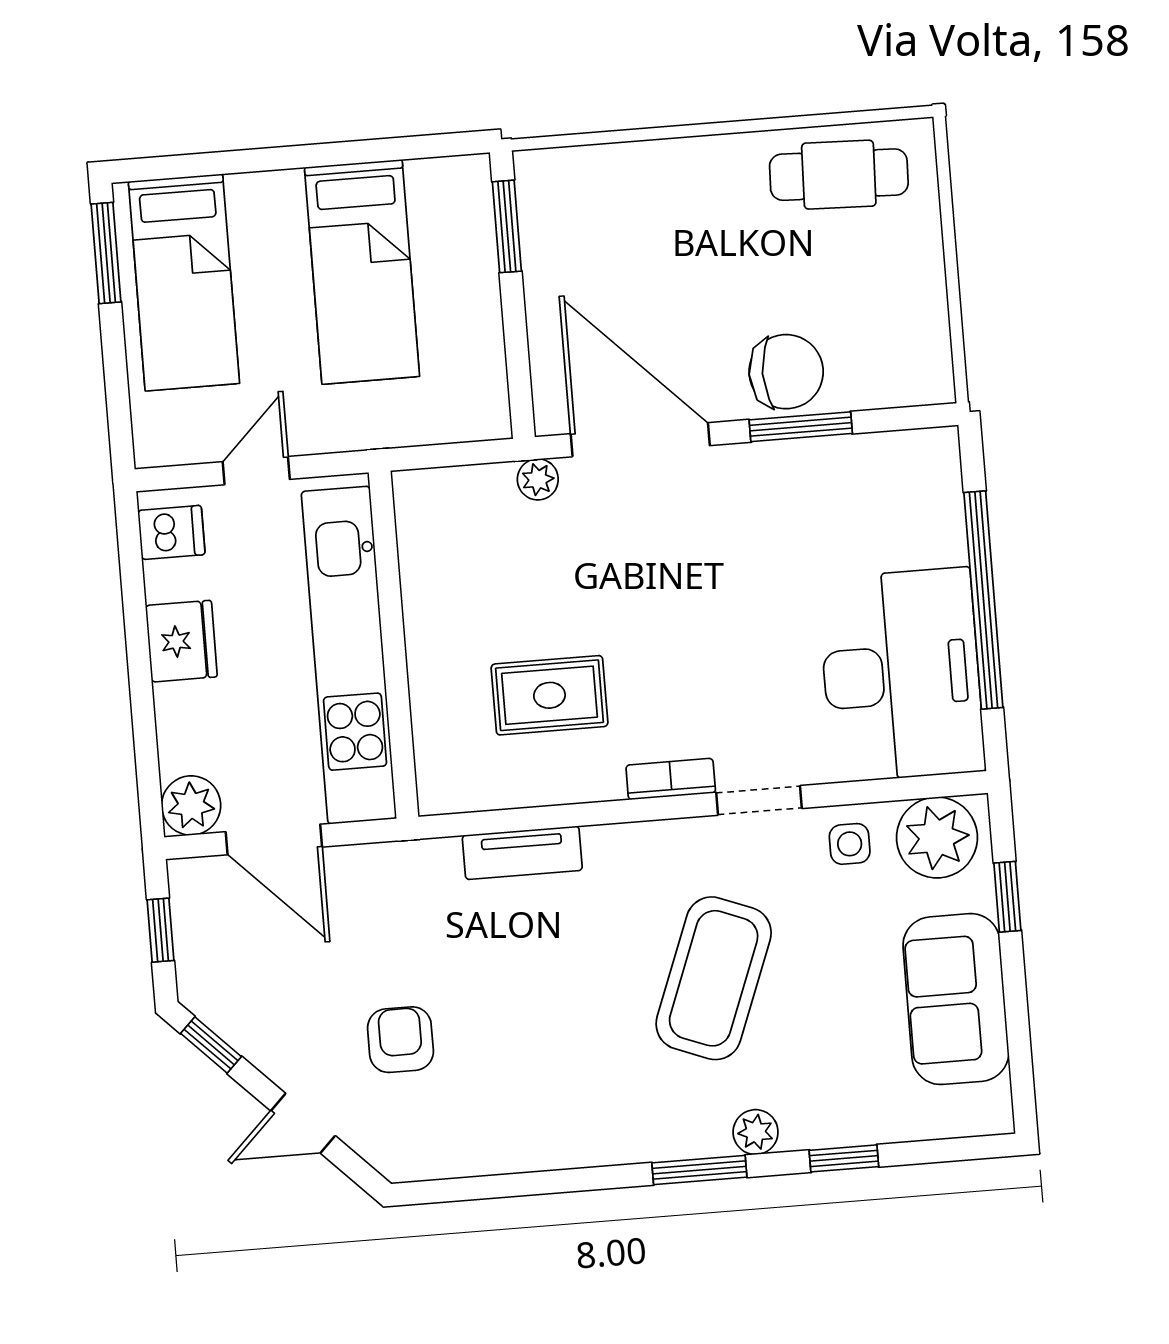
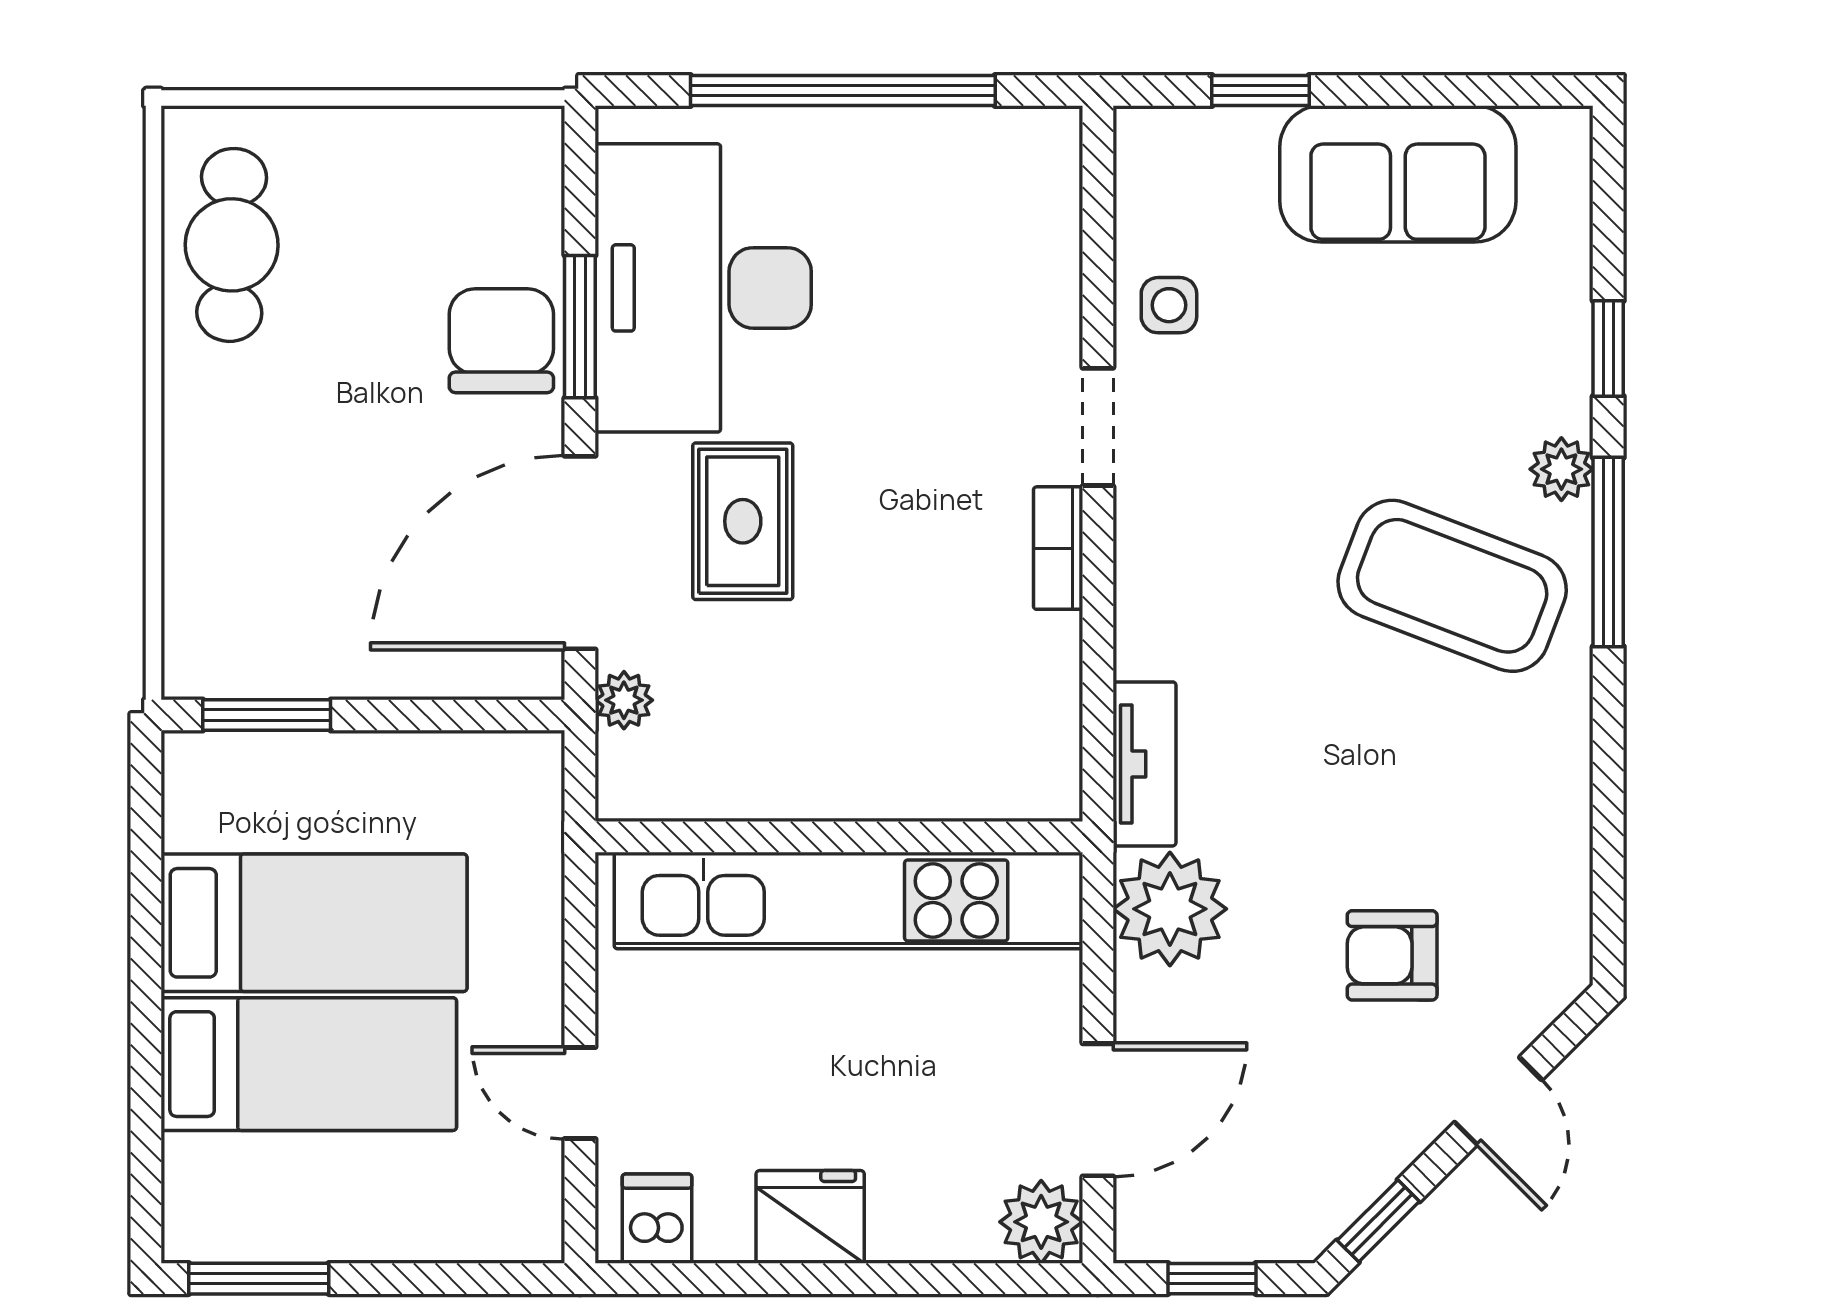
bed: (184, 282) -> (309, 1064), moved
wall: (394, 645) -> (839, 837), moved
kitchen unit: (349, 655) -> (848, 900), moved
desk: (901, 675) -> (703, 288), moved, turned -90
rug: (549, 695) -> (743, 521), moved
plant: (937, 838) -> (1170, 909), moved
coffee table: (714, 978) -> (1452, 586), moved
window: (699, 1170) -> (1608, 552), width x1.44

